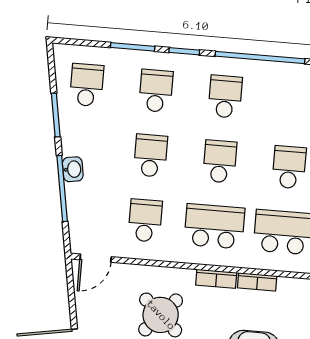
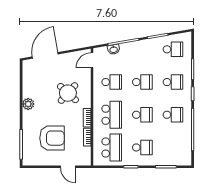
washbasin: (73, 169) -> (114, 49), moved
door: (96, 258) -> (92, 60), hinge flipped

